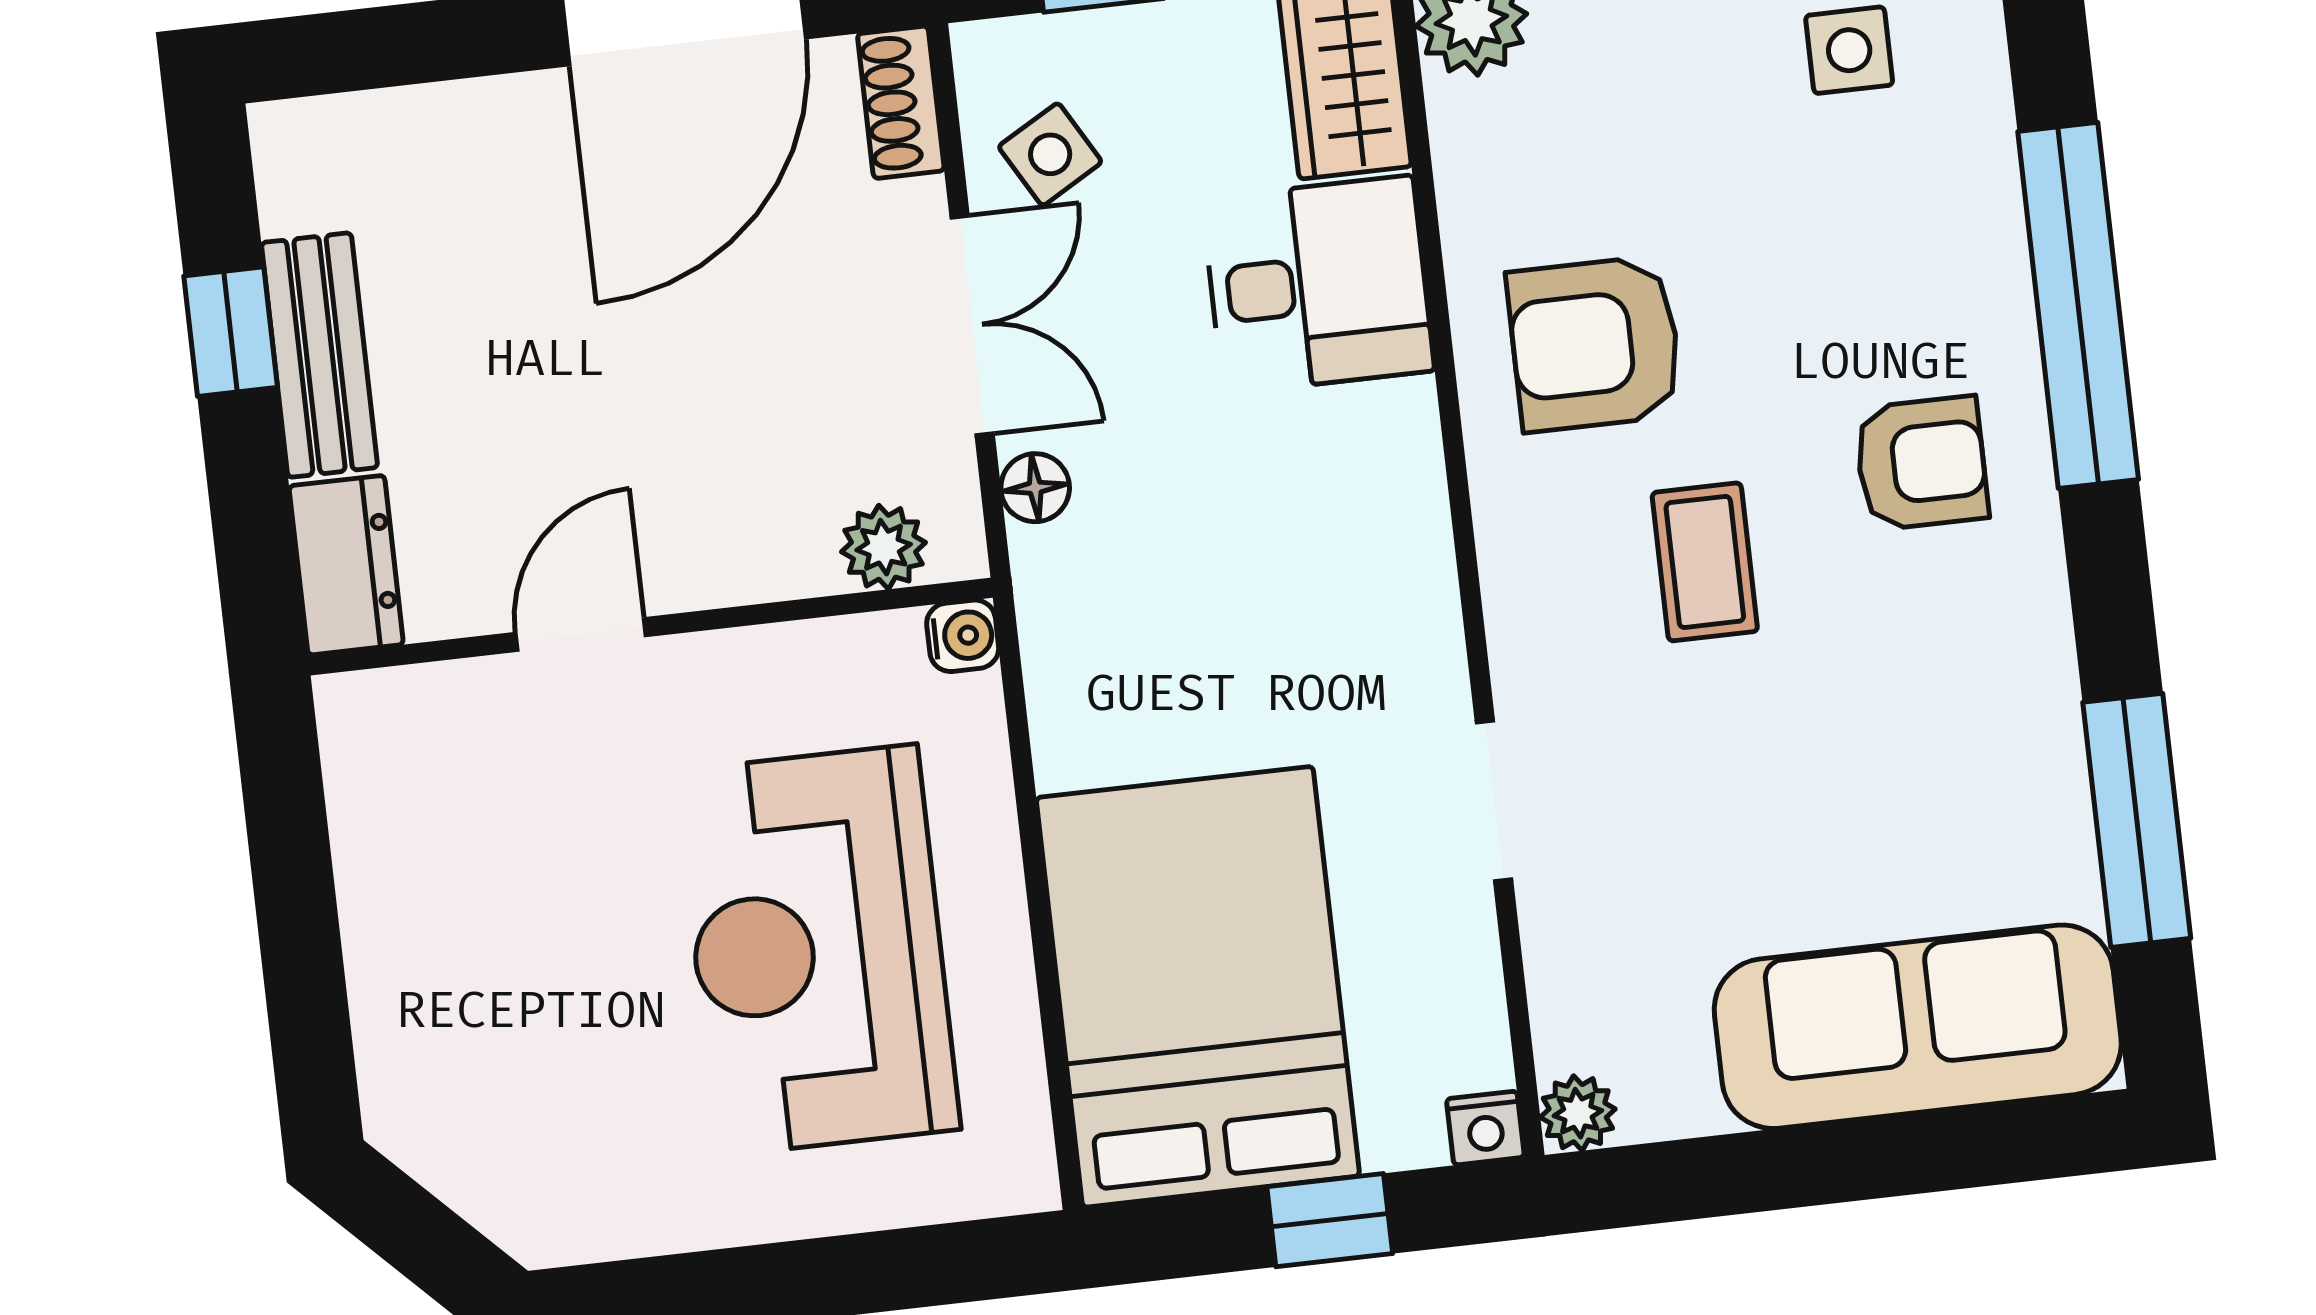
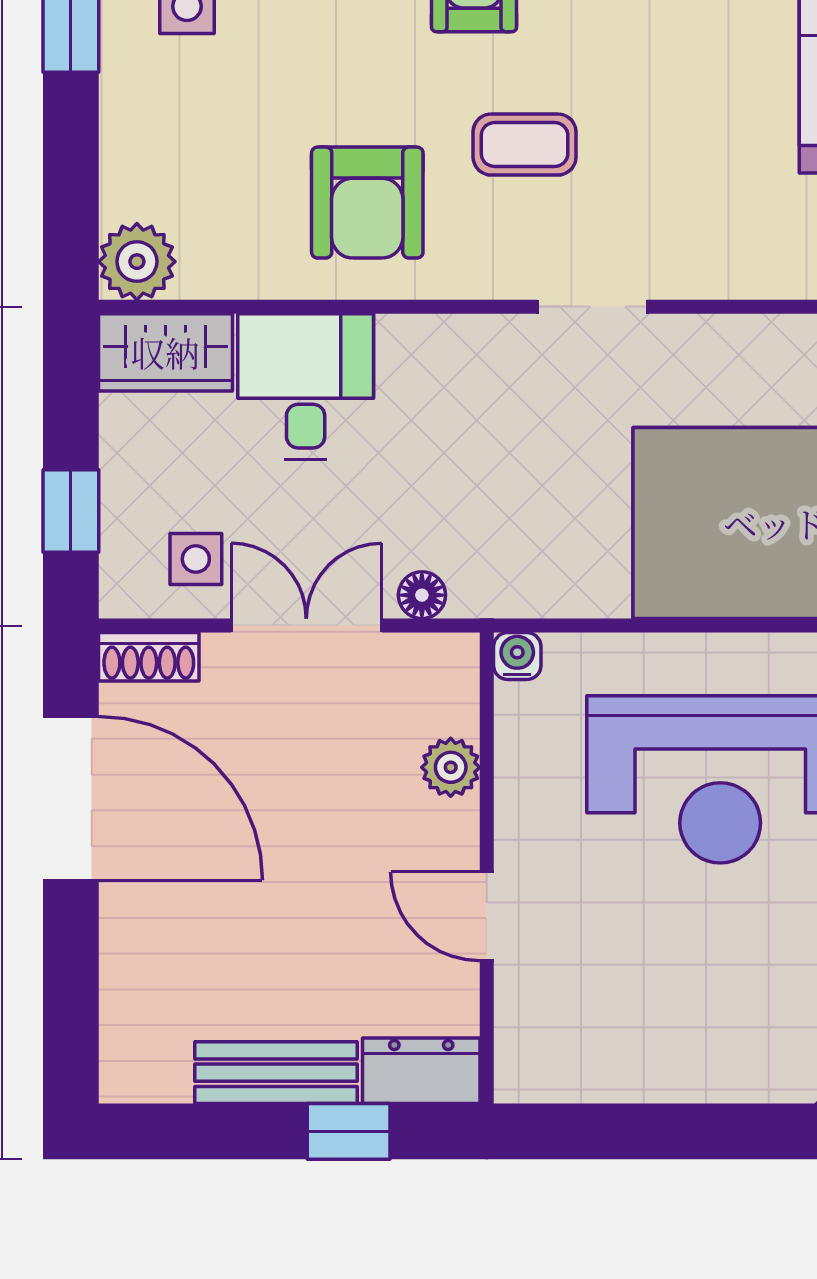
side table: (1050, 154) -> (196, 559), turned 30
window: (231, 332) -> (349, 1131), moved
plant: (884, 547) -> (451, 767), moved
doorway: (1494, 801) -> (592, 307), moved

